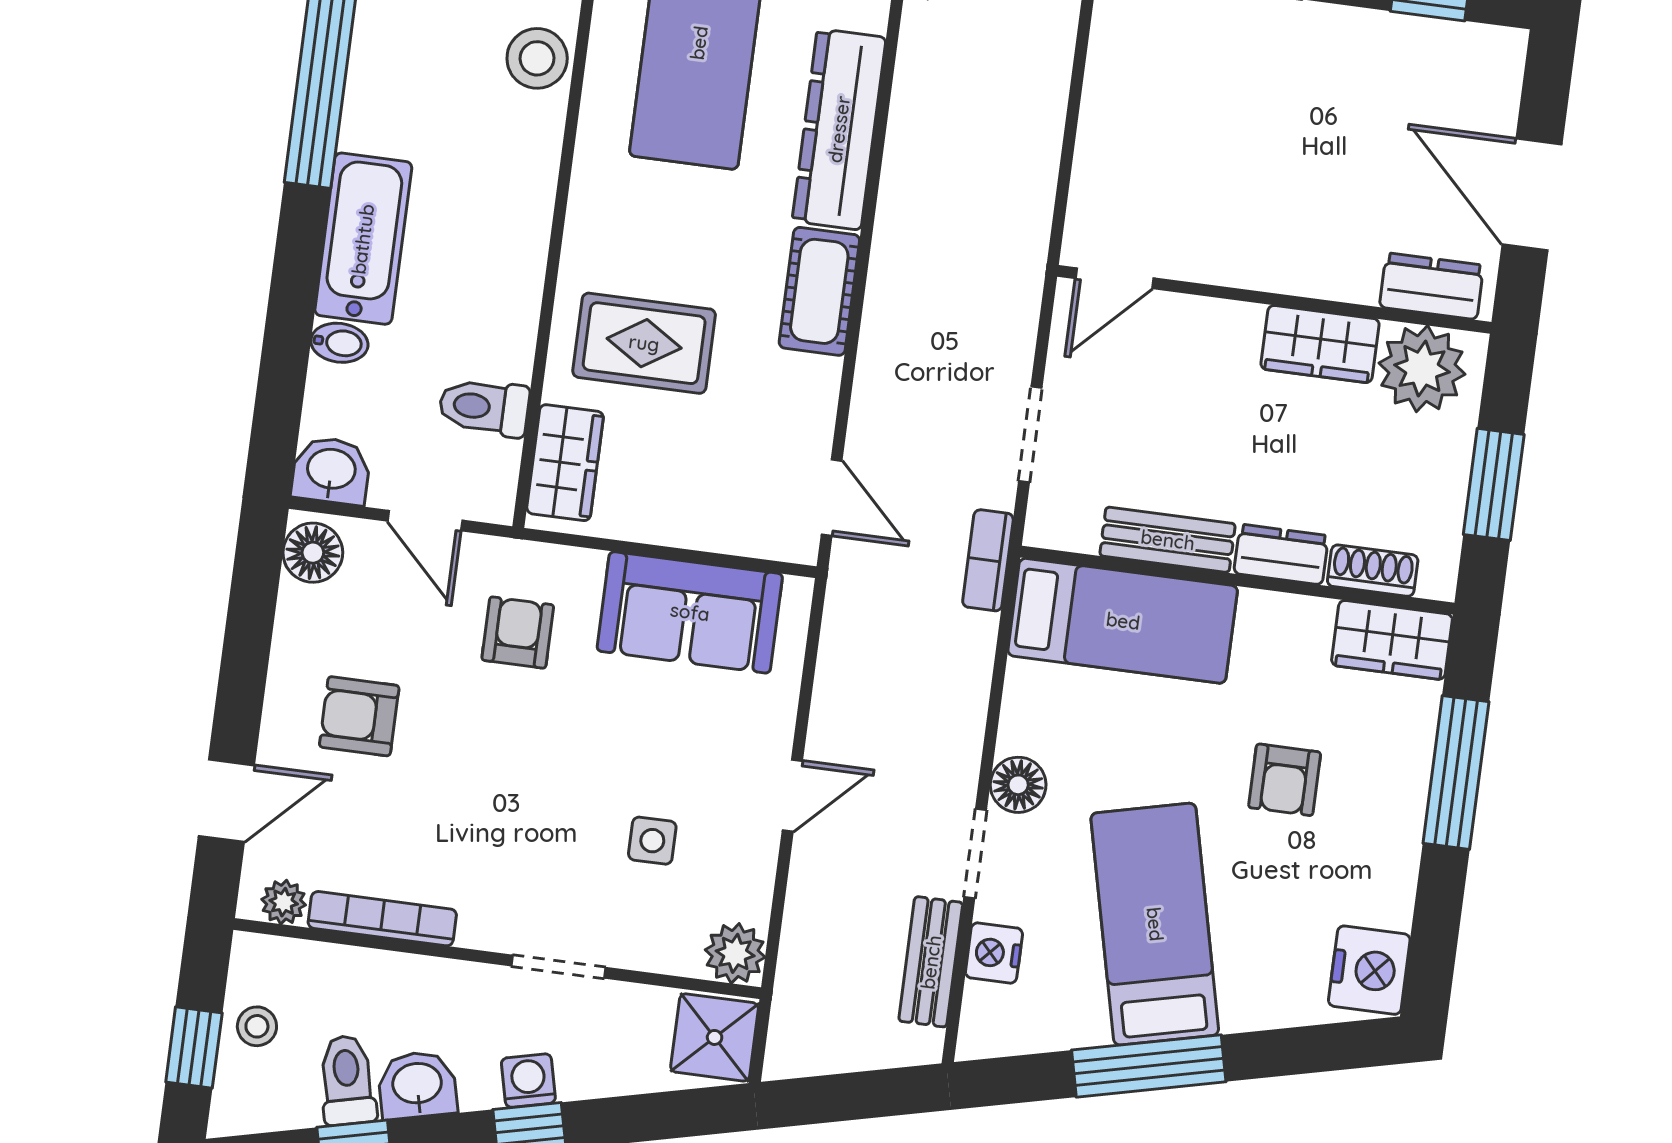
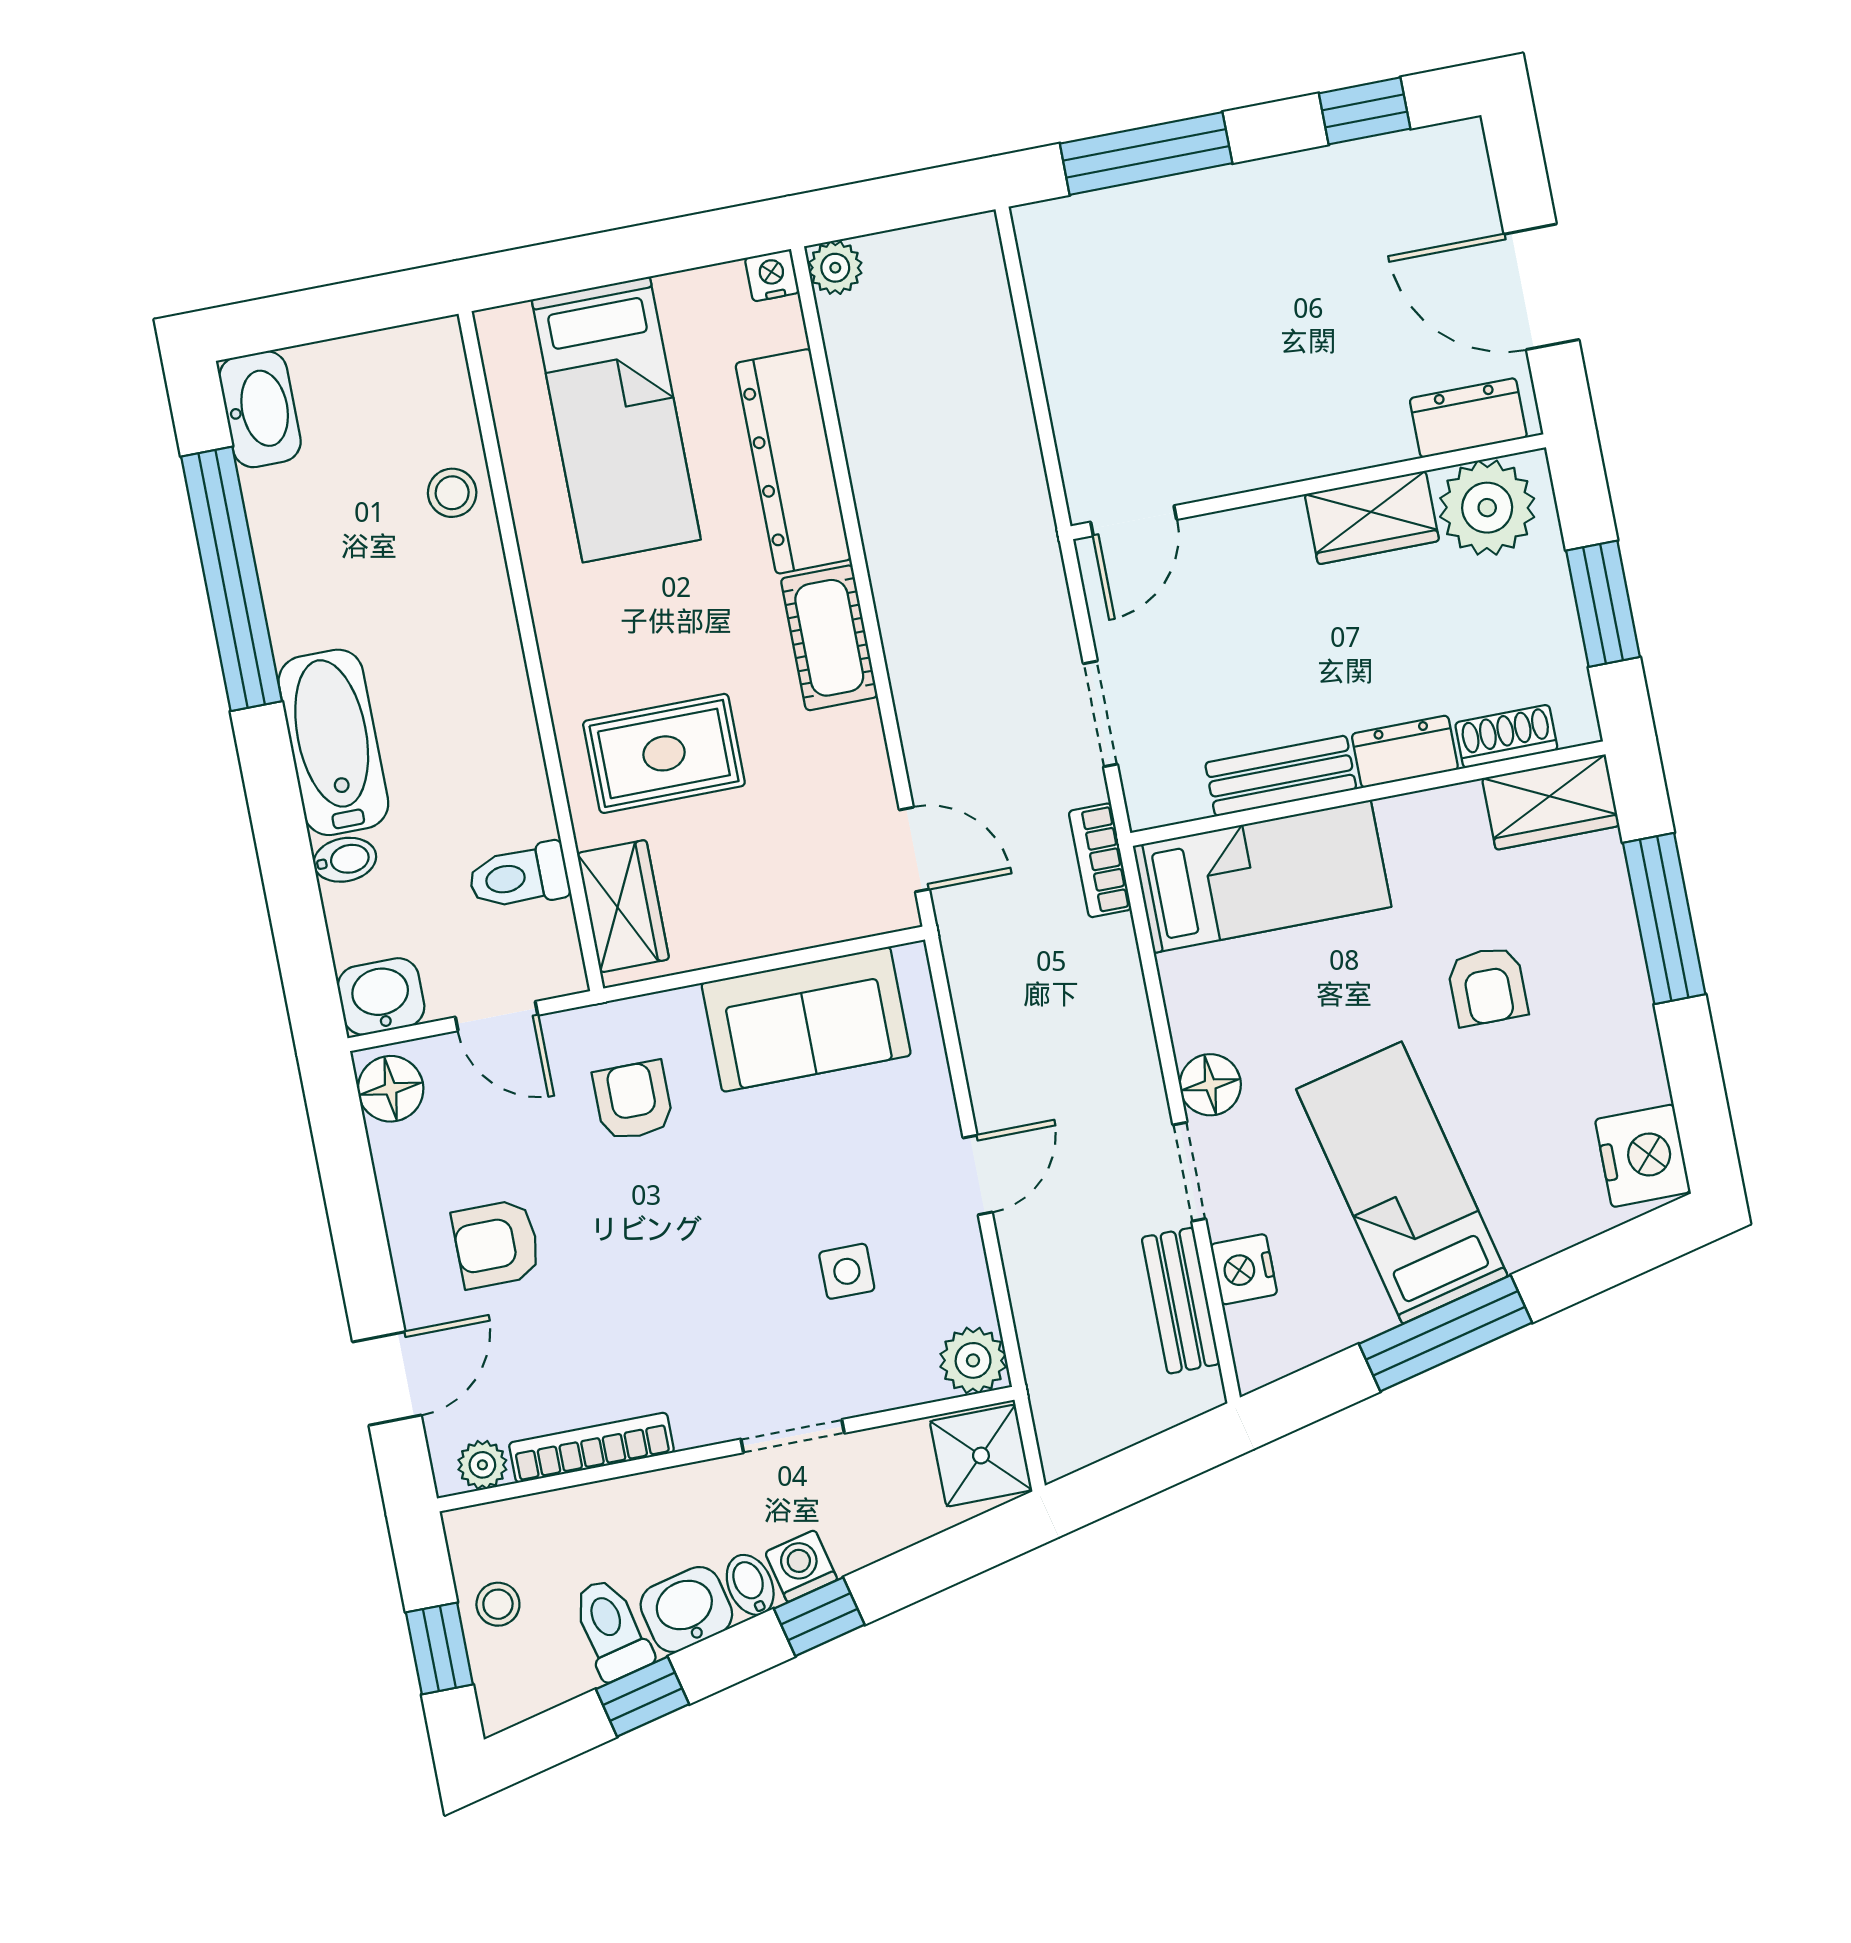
stool: (537, 58) -> (452, 493), width x0.73, depth x0.73
bidet: (479, 1082) -> (750, 1585), added

